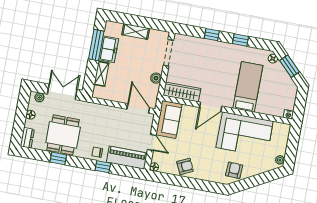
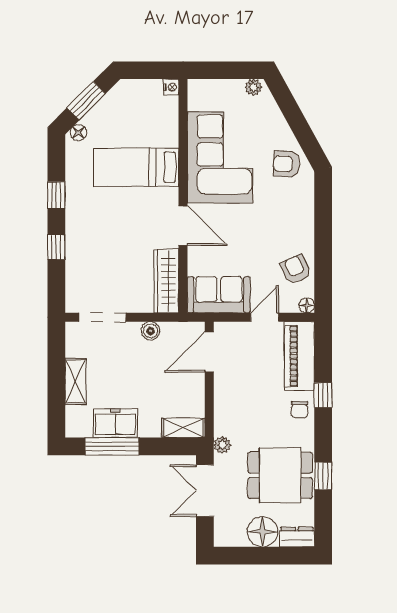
shelving: (101, 74) -> (183, 428), moved
plant: (39, 97) -> (222, 445), moved
floor lamp: (30, 115) -> (263, 532), width x1.89, depth x1.89
armchair: (185, 166) -> (296, 269), moved

